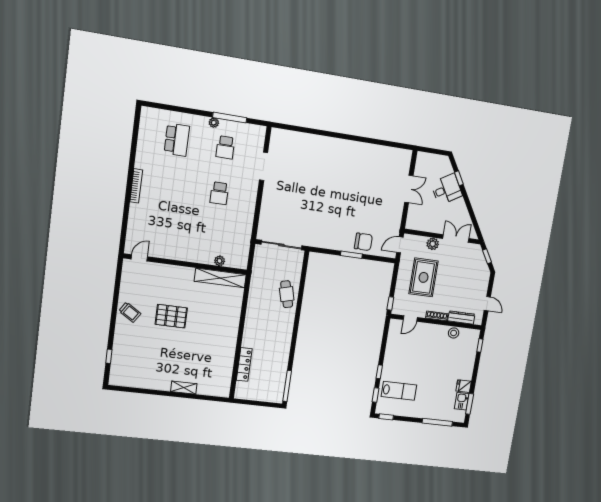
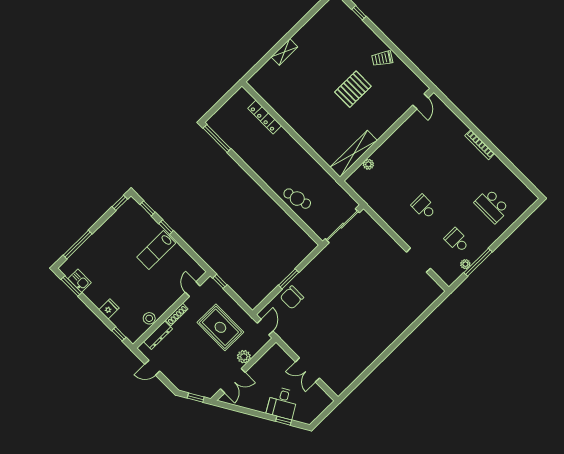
plant: (214, 123) -> (465, 264), moved
fridge: (464, 386) -> (109, 309), moved
lab bench: (399, 391) -> (156, 250), moved

